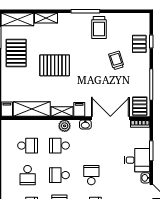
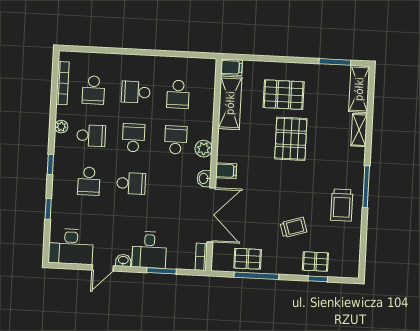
trolley: (99, 28) -> (342, 205), turned -90
pallet: (16, 53) -> (284, 95), moved
pallet: (140, 106) -> (248, 259), moved
shelving: (62, 112) -> (224, 146), removed

